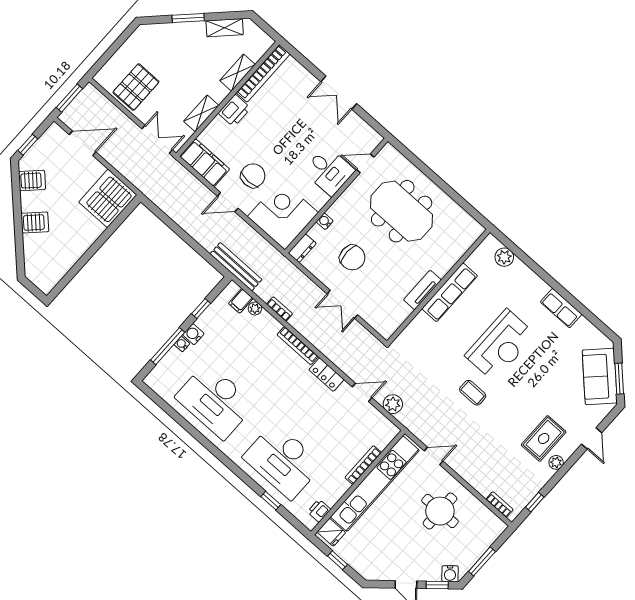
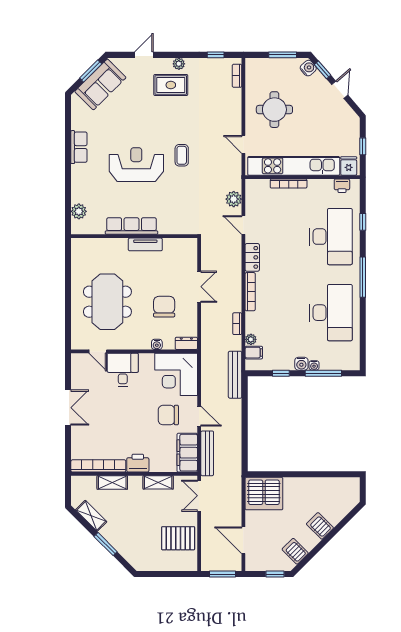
bench: (188, 180) -> (207, 453), added
window: (222, 457) -> (363, 277), added

